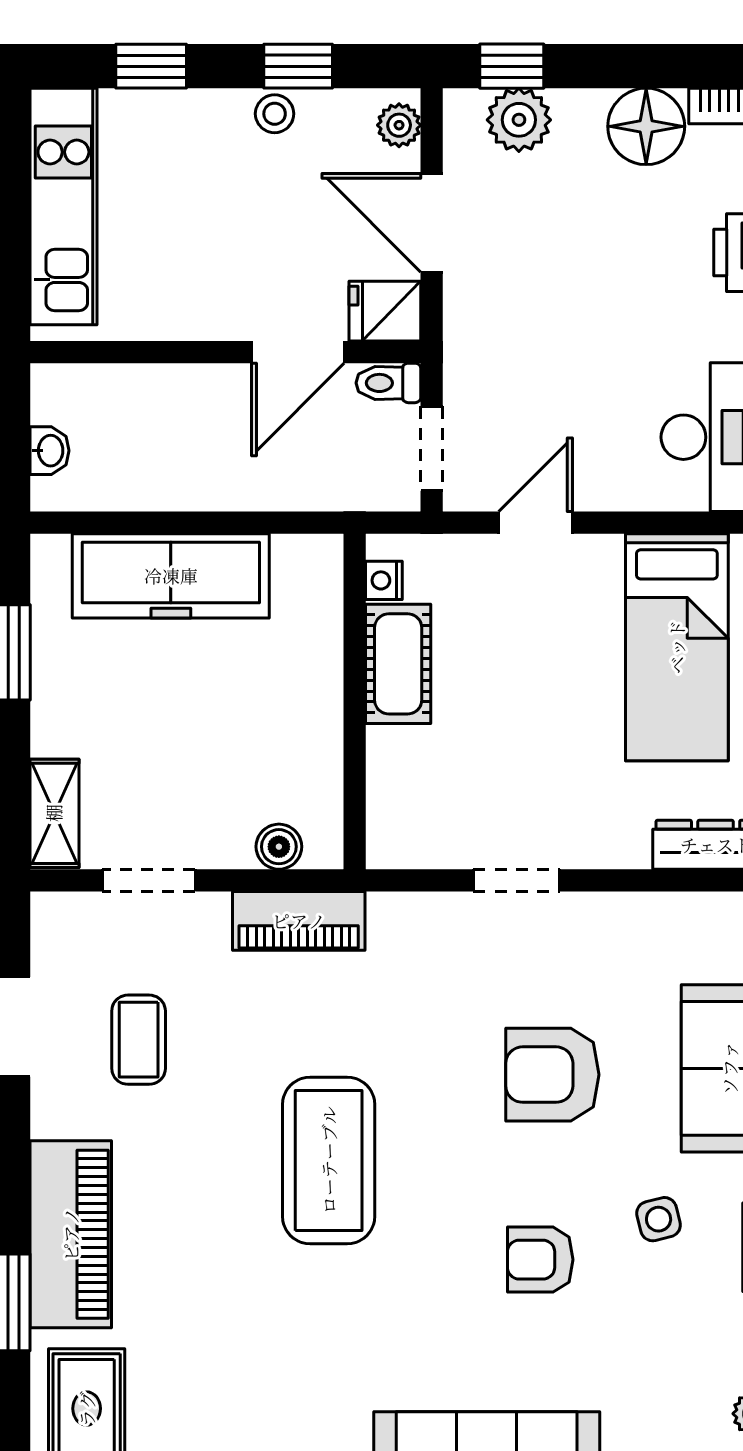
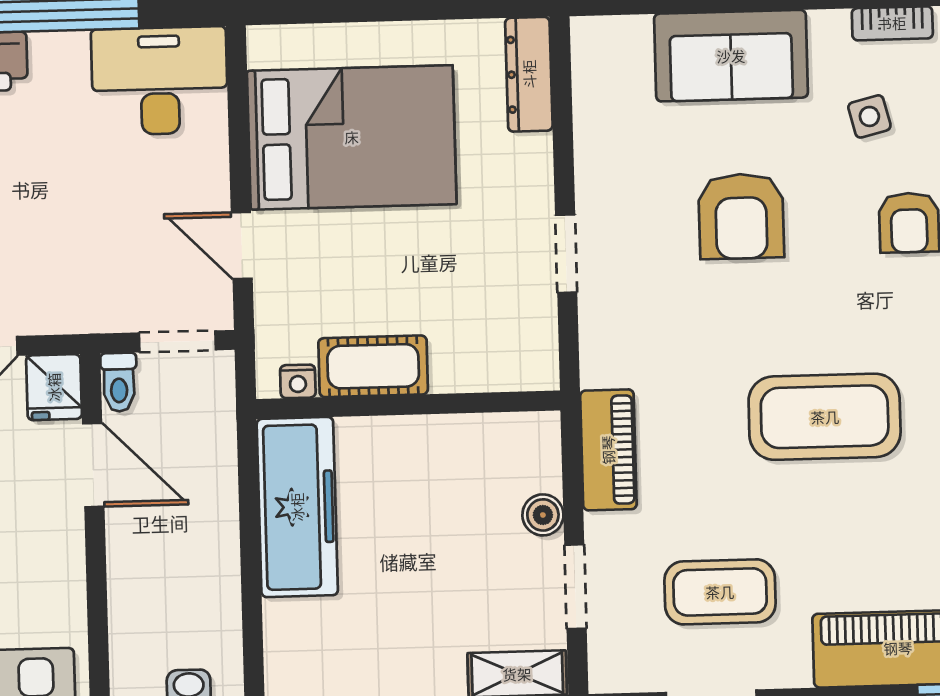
freezer: (171, 576) -> (297, 507), moved
bed: (677, 647) -> (352, 137), width x1.50
boiler: (279, 847) -> (543, 515), moved
coffee table: (139, 1040) -> (720, 592), width x1.36, depth x1.30

